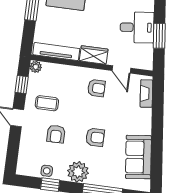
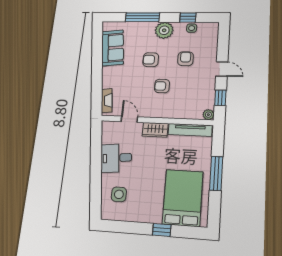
window: (159, 36) -> (96, 152), removed
armchair: (96, 88) -> (162, 86), moved
coffee table: (47, 103) -> (196, 84), removed

